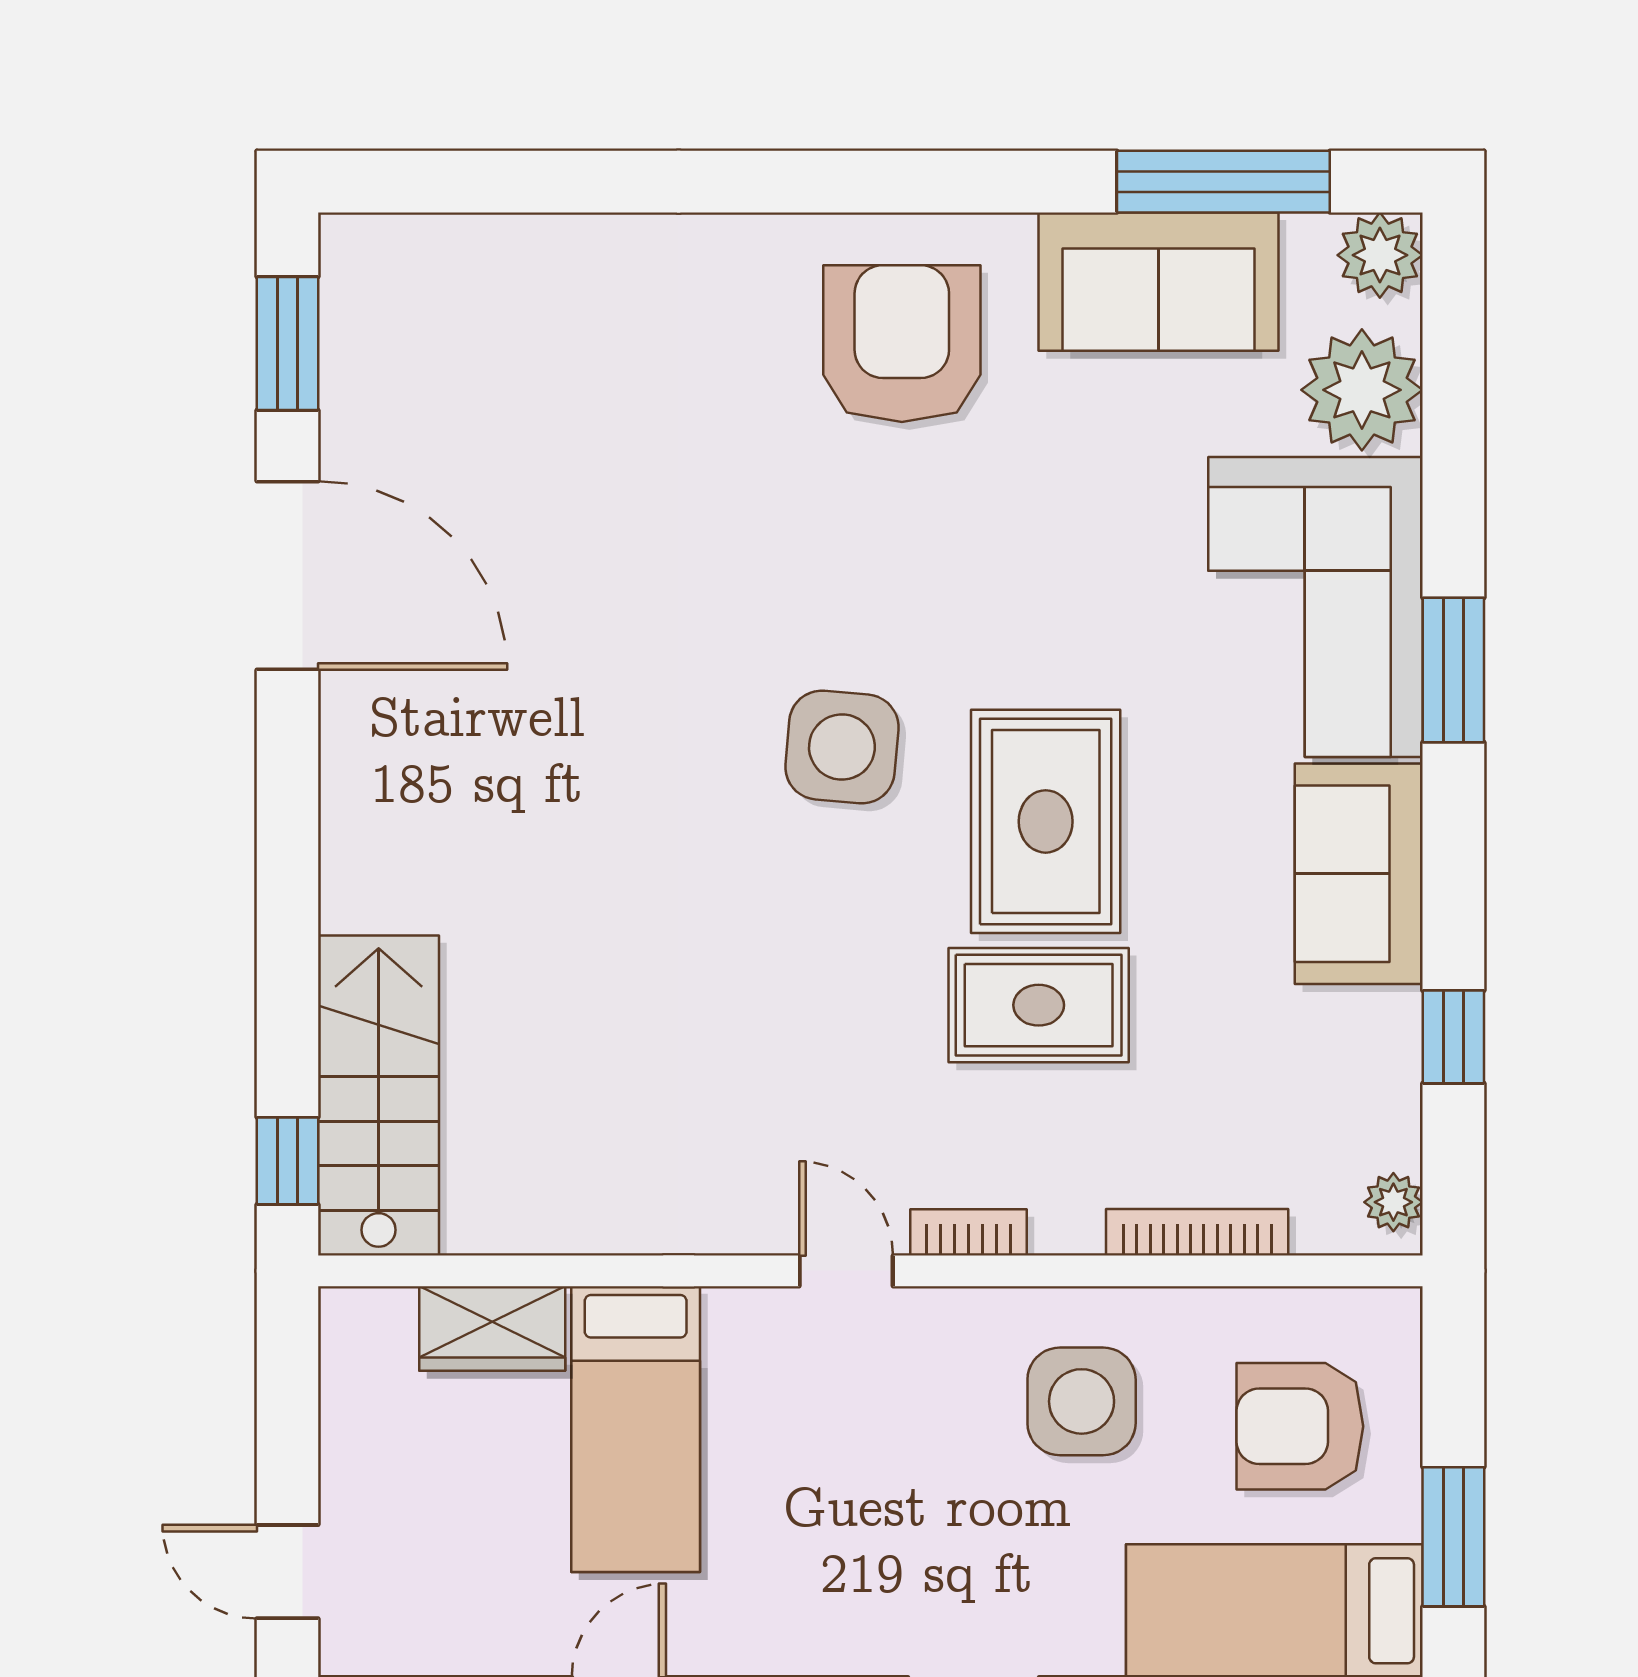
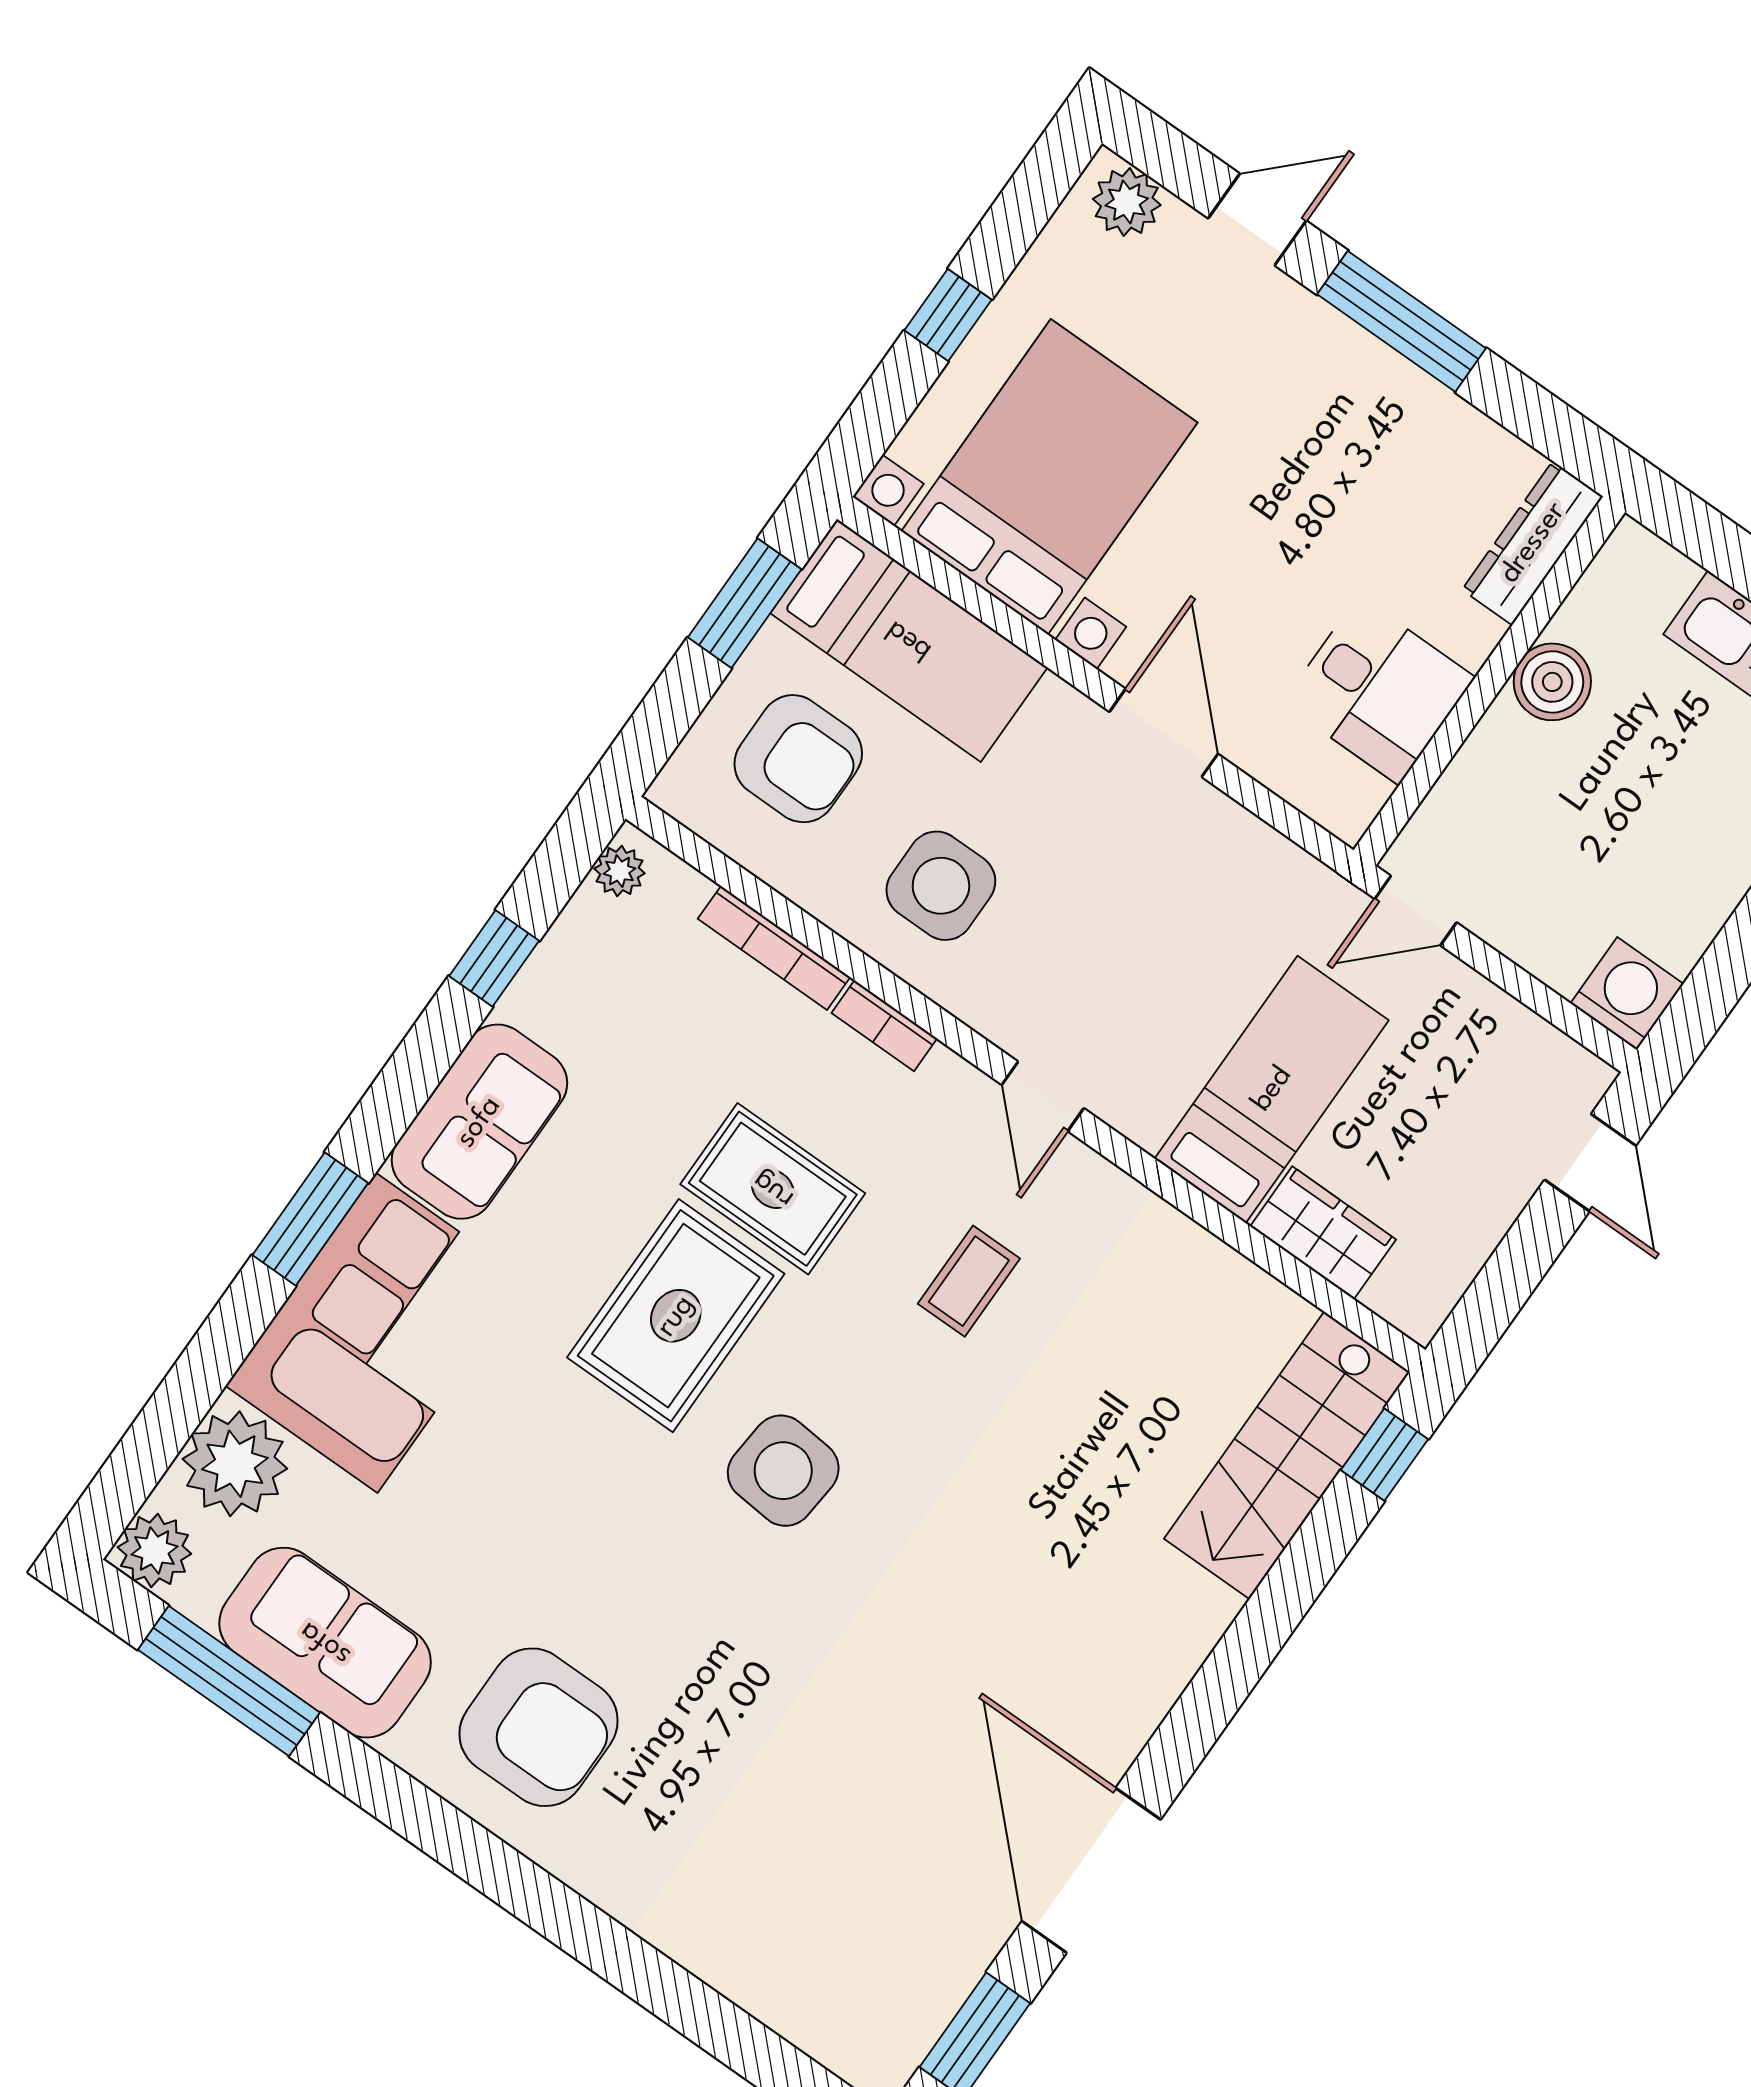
armchair: (902, 344) -> (539, 1727), turned -90
coffee table: (793, 1048) -> (969, 1281), added
bookcase: (968, 1232) -> (884, 1026), moved

